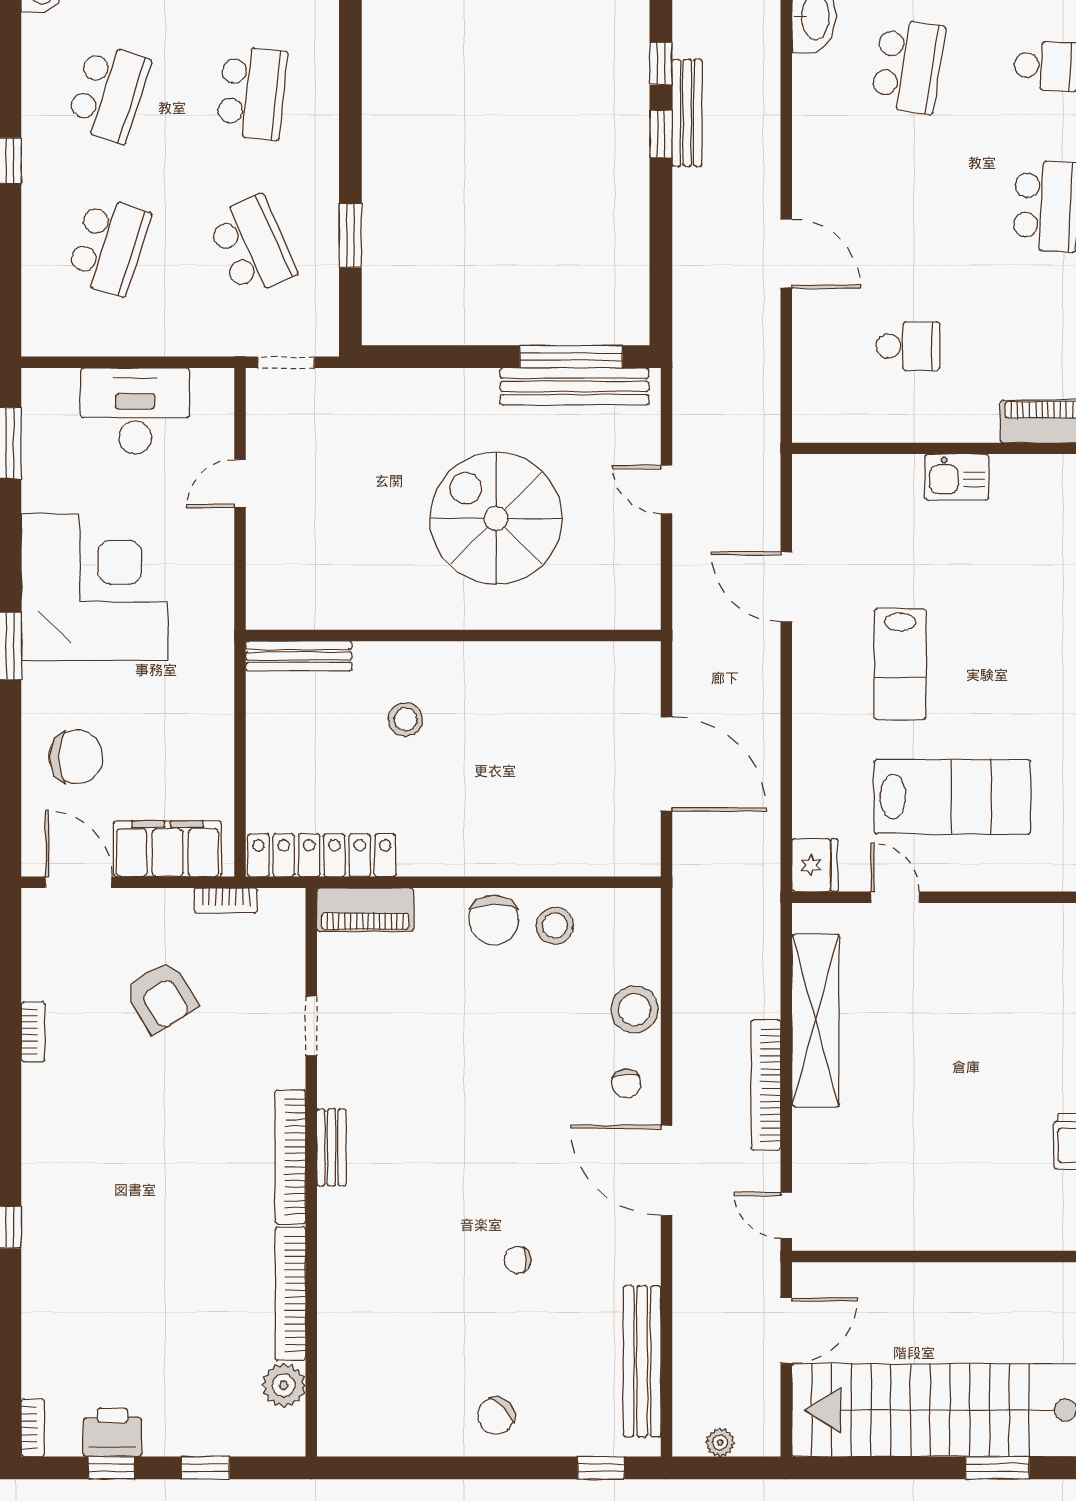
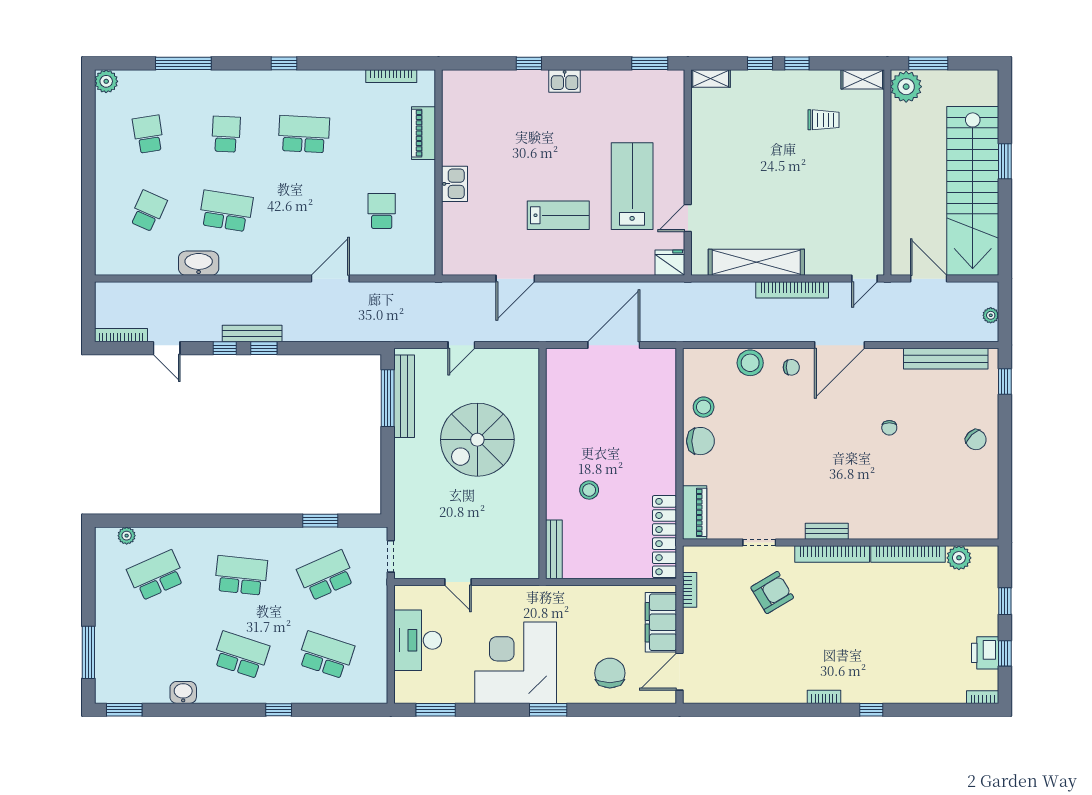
armchair: (161, 997) -> (772, 592), moved
bookcase: (33, 1032) -> (824, 697), moved

